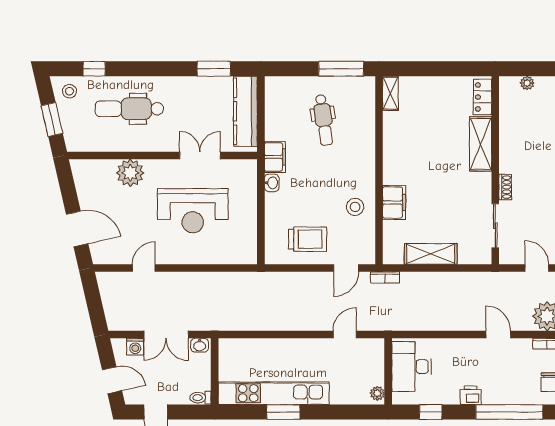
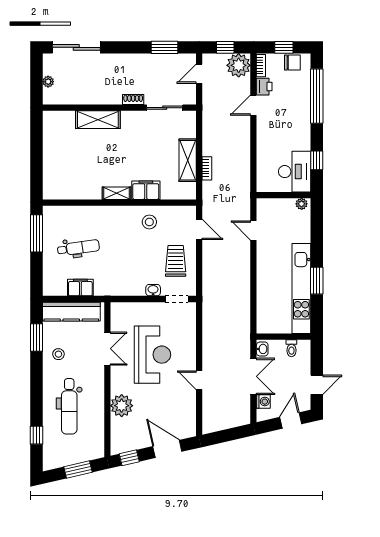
stool: (69, 91) -> (58, 354), moved
shelving: (390, 93) -> (117, 193), moved
locker: (482, 97) -> (60, 118), removed
double door: (200, 155) -> (107, 349), swing flipped
filing cabinet: (275, 157) -> (80, 287), moved
window: (66, 182) -> (129, 458), added
washbasin: (272, 183) -> (153, 290), moved
door: (77, 229) -> (167, 449), hinge flipped
doorway: (261, 240) -> (177, 299), added
door: (144, 268) -> (199, 380), moved
bookcase: (385, 277) -> (207, 168), moved
desk: (412, 367) -> (295, 172), moved, turned -90
printer: (471, 395) -> (264, 87), moved, turned 180
toilet: (201, 398) -> (291, 348), moved

